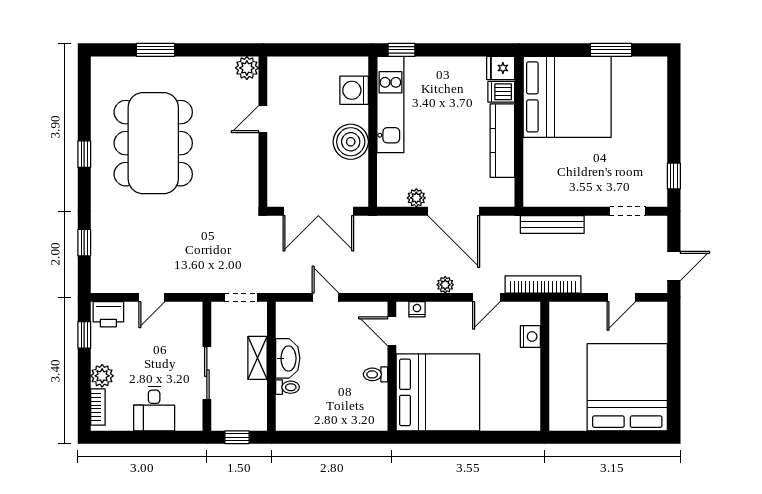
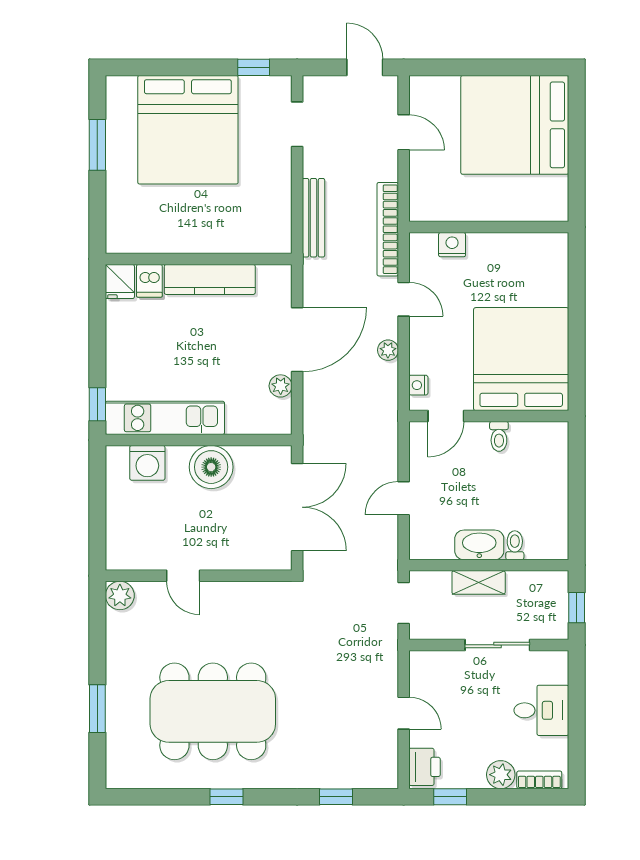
bed: (567, 97) -> (188, 130), moved, turned 180

